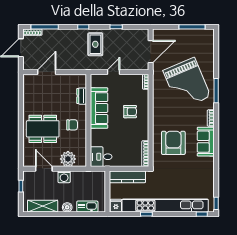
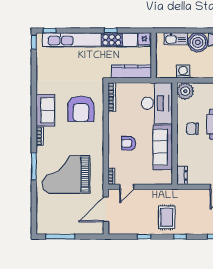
door: (113, 72) -> (127, 187), moved
grand piano: (187, 83) -> (66, 174), turned -67
dresser: (82, 96) -> (182, 175), moved
desk: (101, 157) -> (157, 103), width x1.87, depth x1.30
plant: (68, 159) -> (185, 91), moved
washing machine: (64, 177) -> (183, 72), moved
boiler: (67, 207) -> (198, 42), width x1.86, depth x1.86

